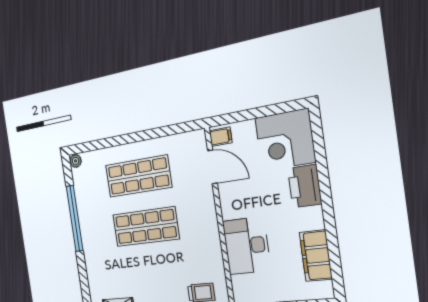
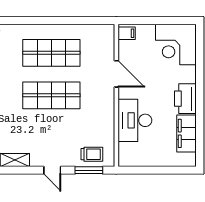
door: (212, 167) -> (116, 74), moved
printer: (305, 186) -> (185, 99), moved

